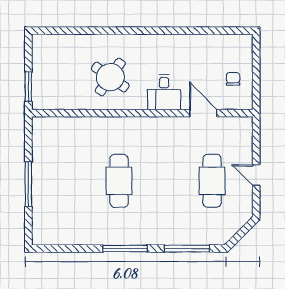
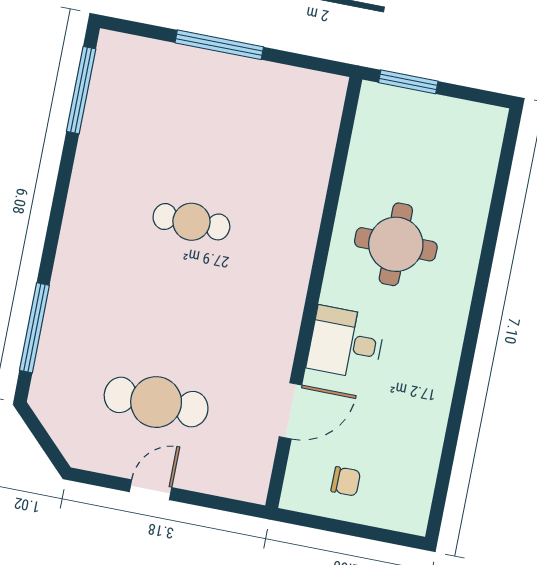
round table: (110, 77) -> (396, 244), turned -35
cafe table: (119, 181) -> (191, 222), width x0.73, depth x0.74
window: (125, 248) -> (81, 90), moved

